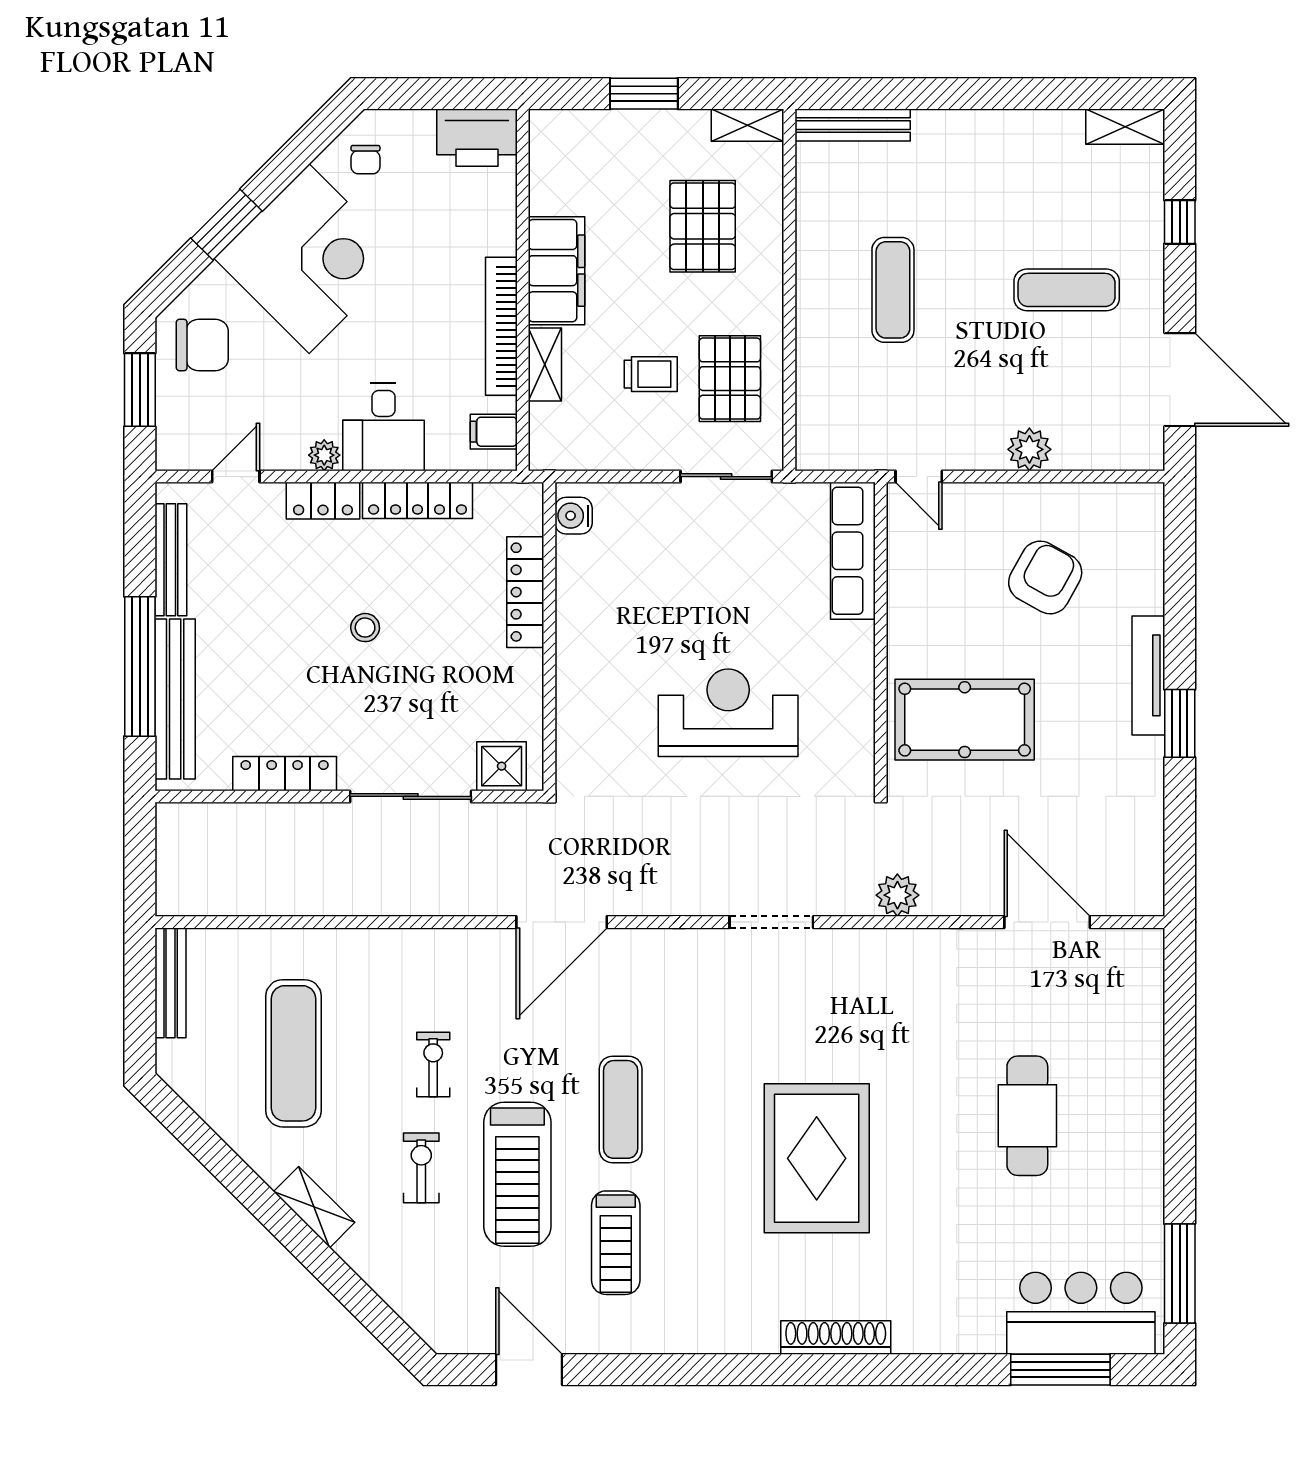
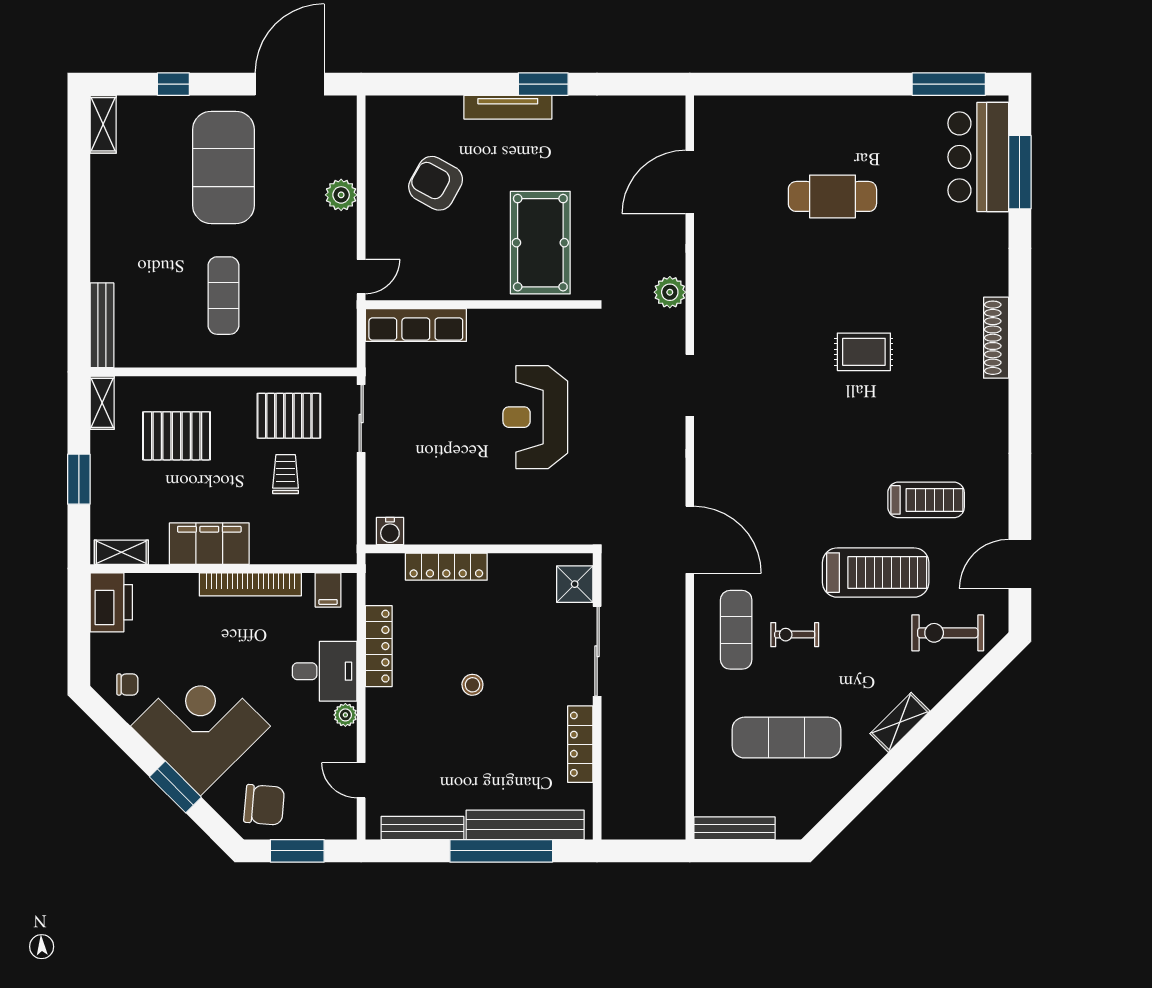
exercise mat: (893, 290) -> (223, 296), turned 90
exercise mat: (1067, 290) -> (223, 167), width x2.00, depth x1.45
chair: (202, 345) -> (264, 805), turned 95
shelving: (545, 364) -> (121, 552), moved
locker: (323, 501) -> (379, 716), removed
exercise mat: (621, 1109) -> (736, 630), moved, turned 90
rug: (817, 1158) -> (864, 352), width x0.54, depth x0.49
exercise bike: (421, 1168) -> (948, 633), moved, width x1.38, depth x1.39

